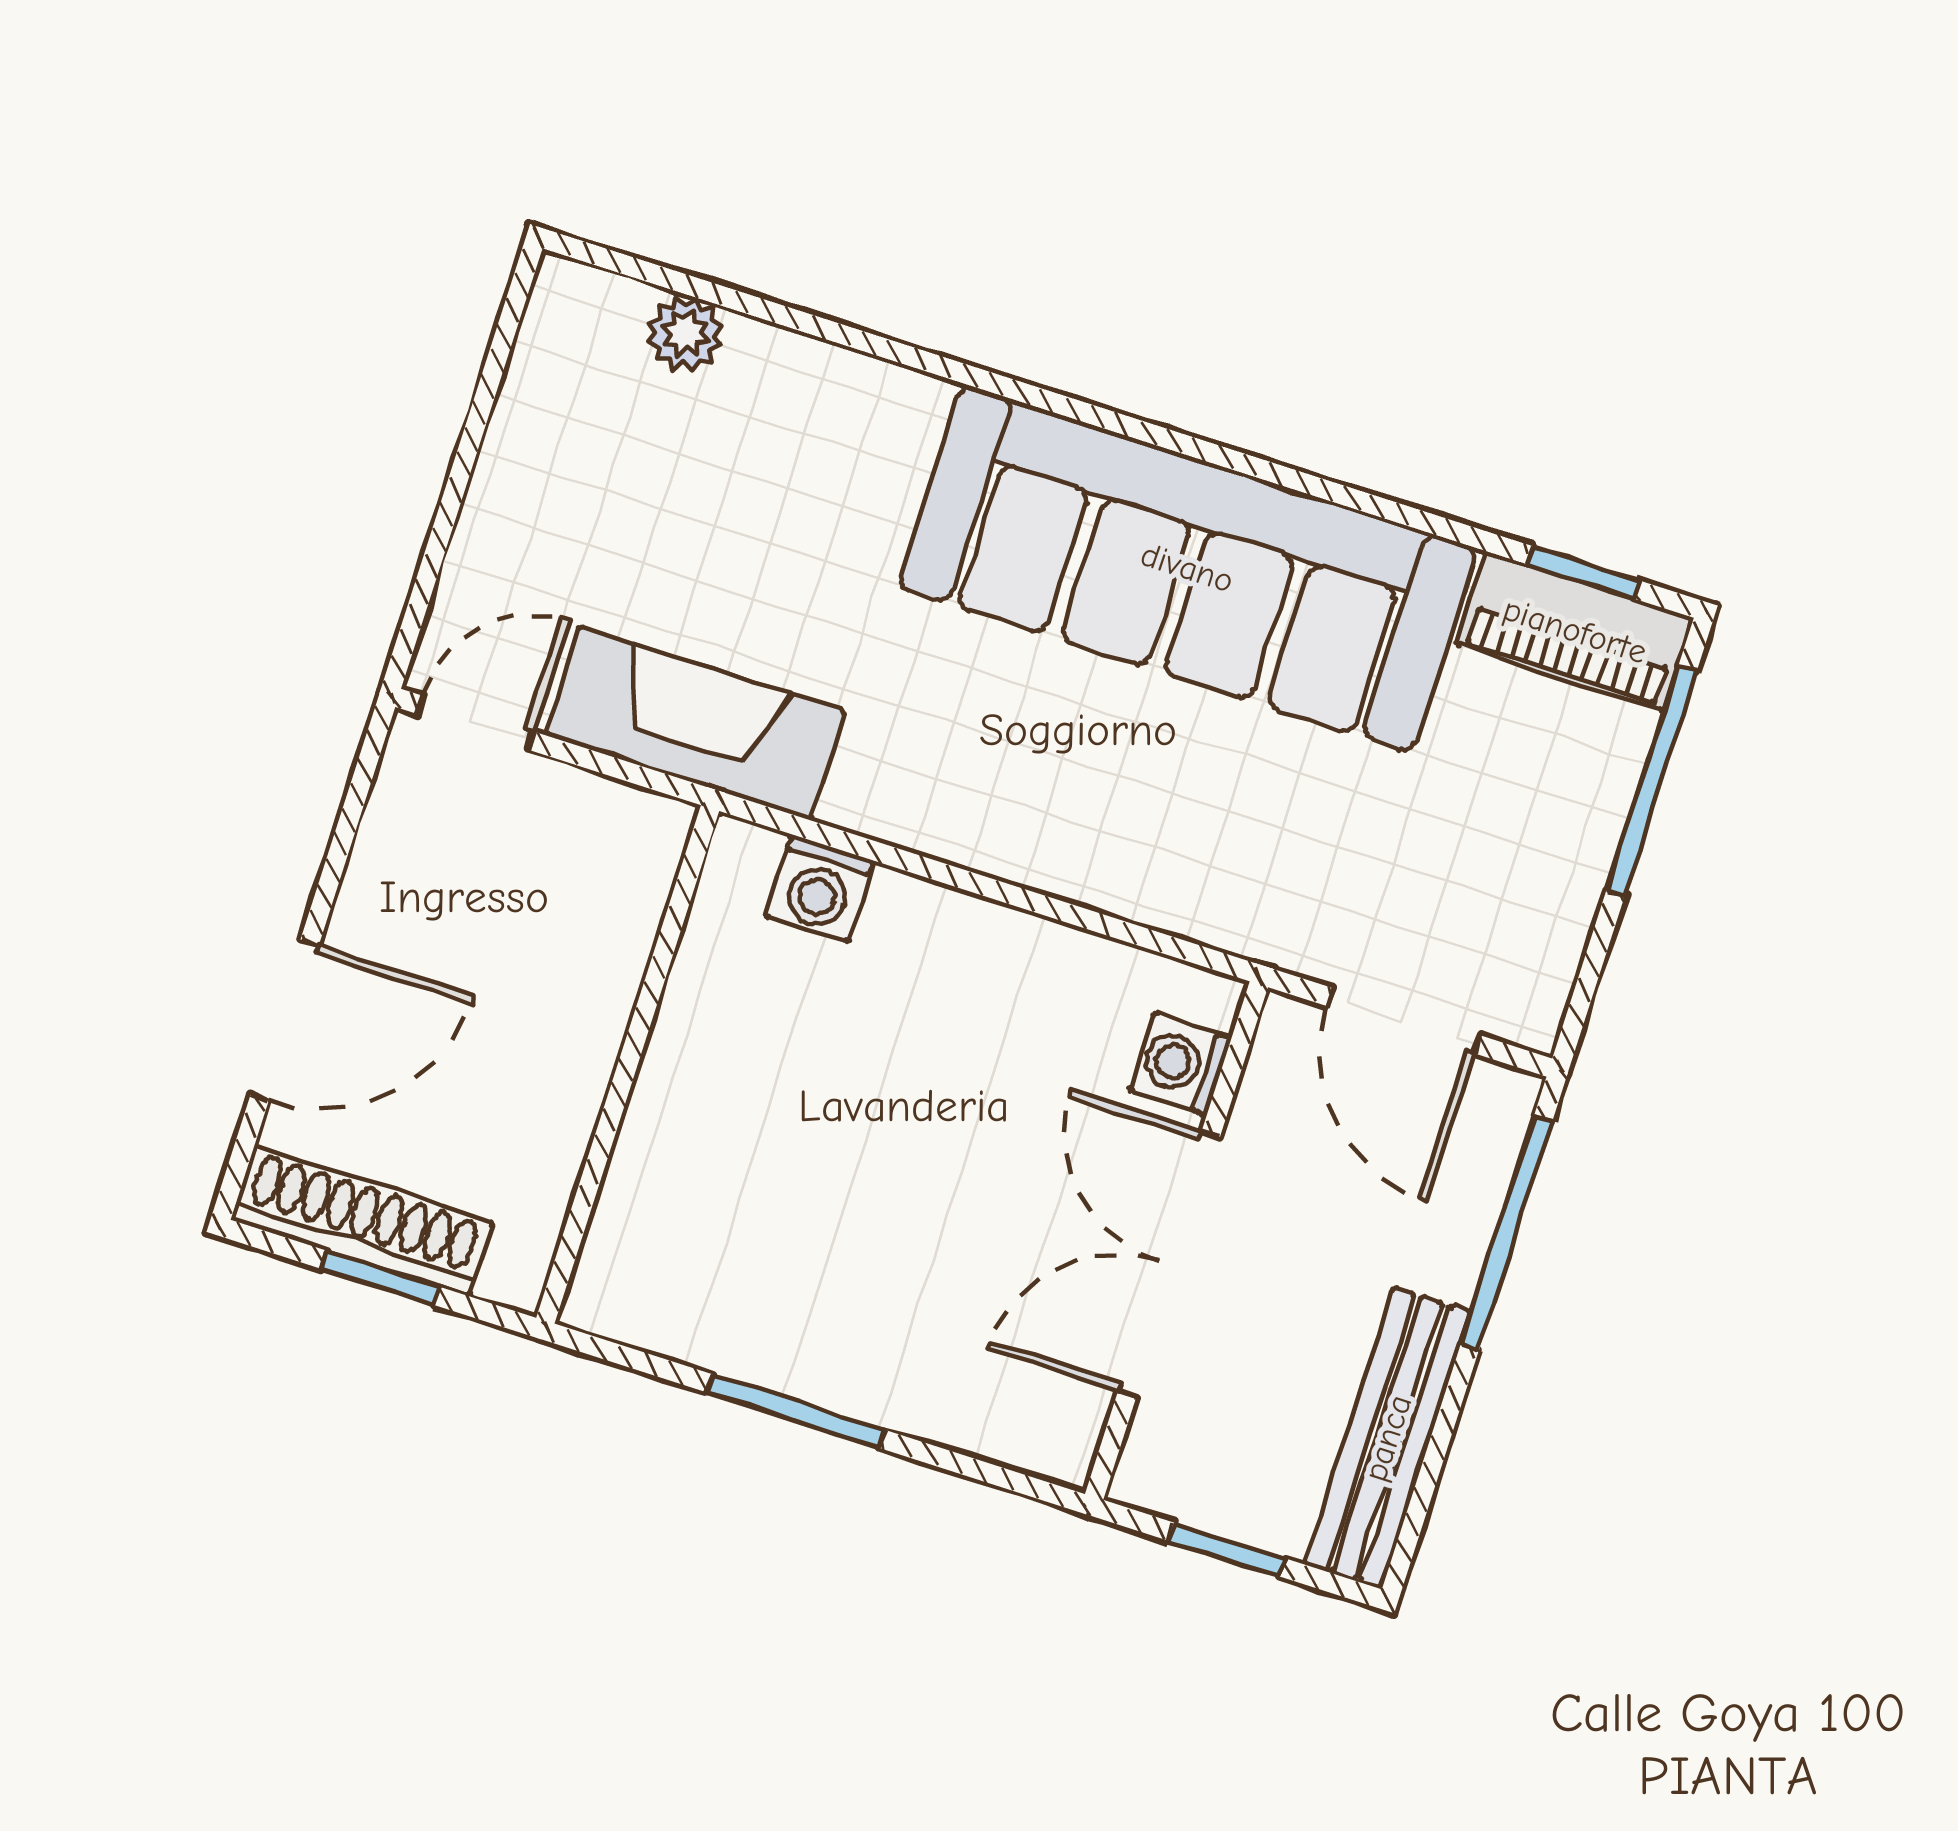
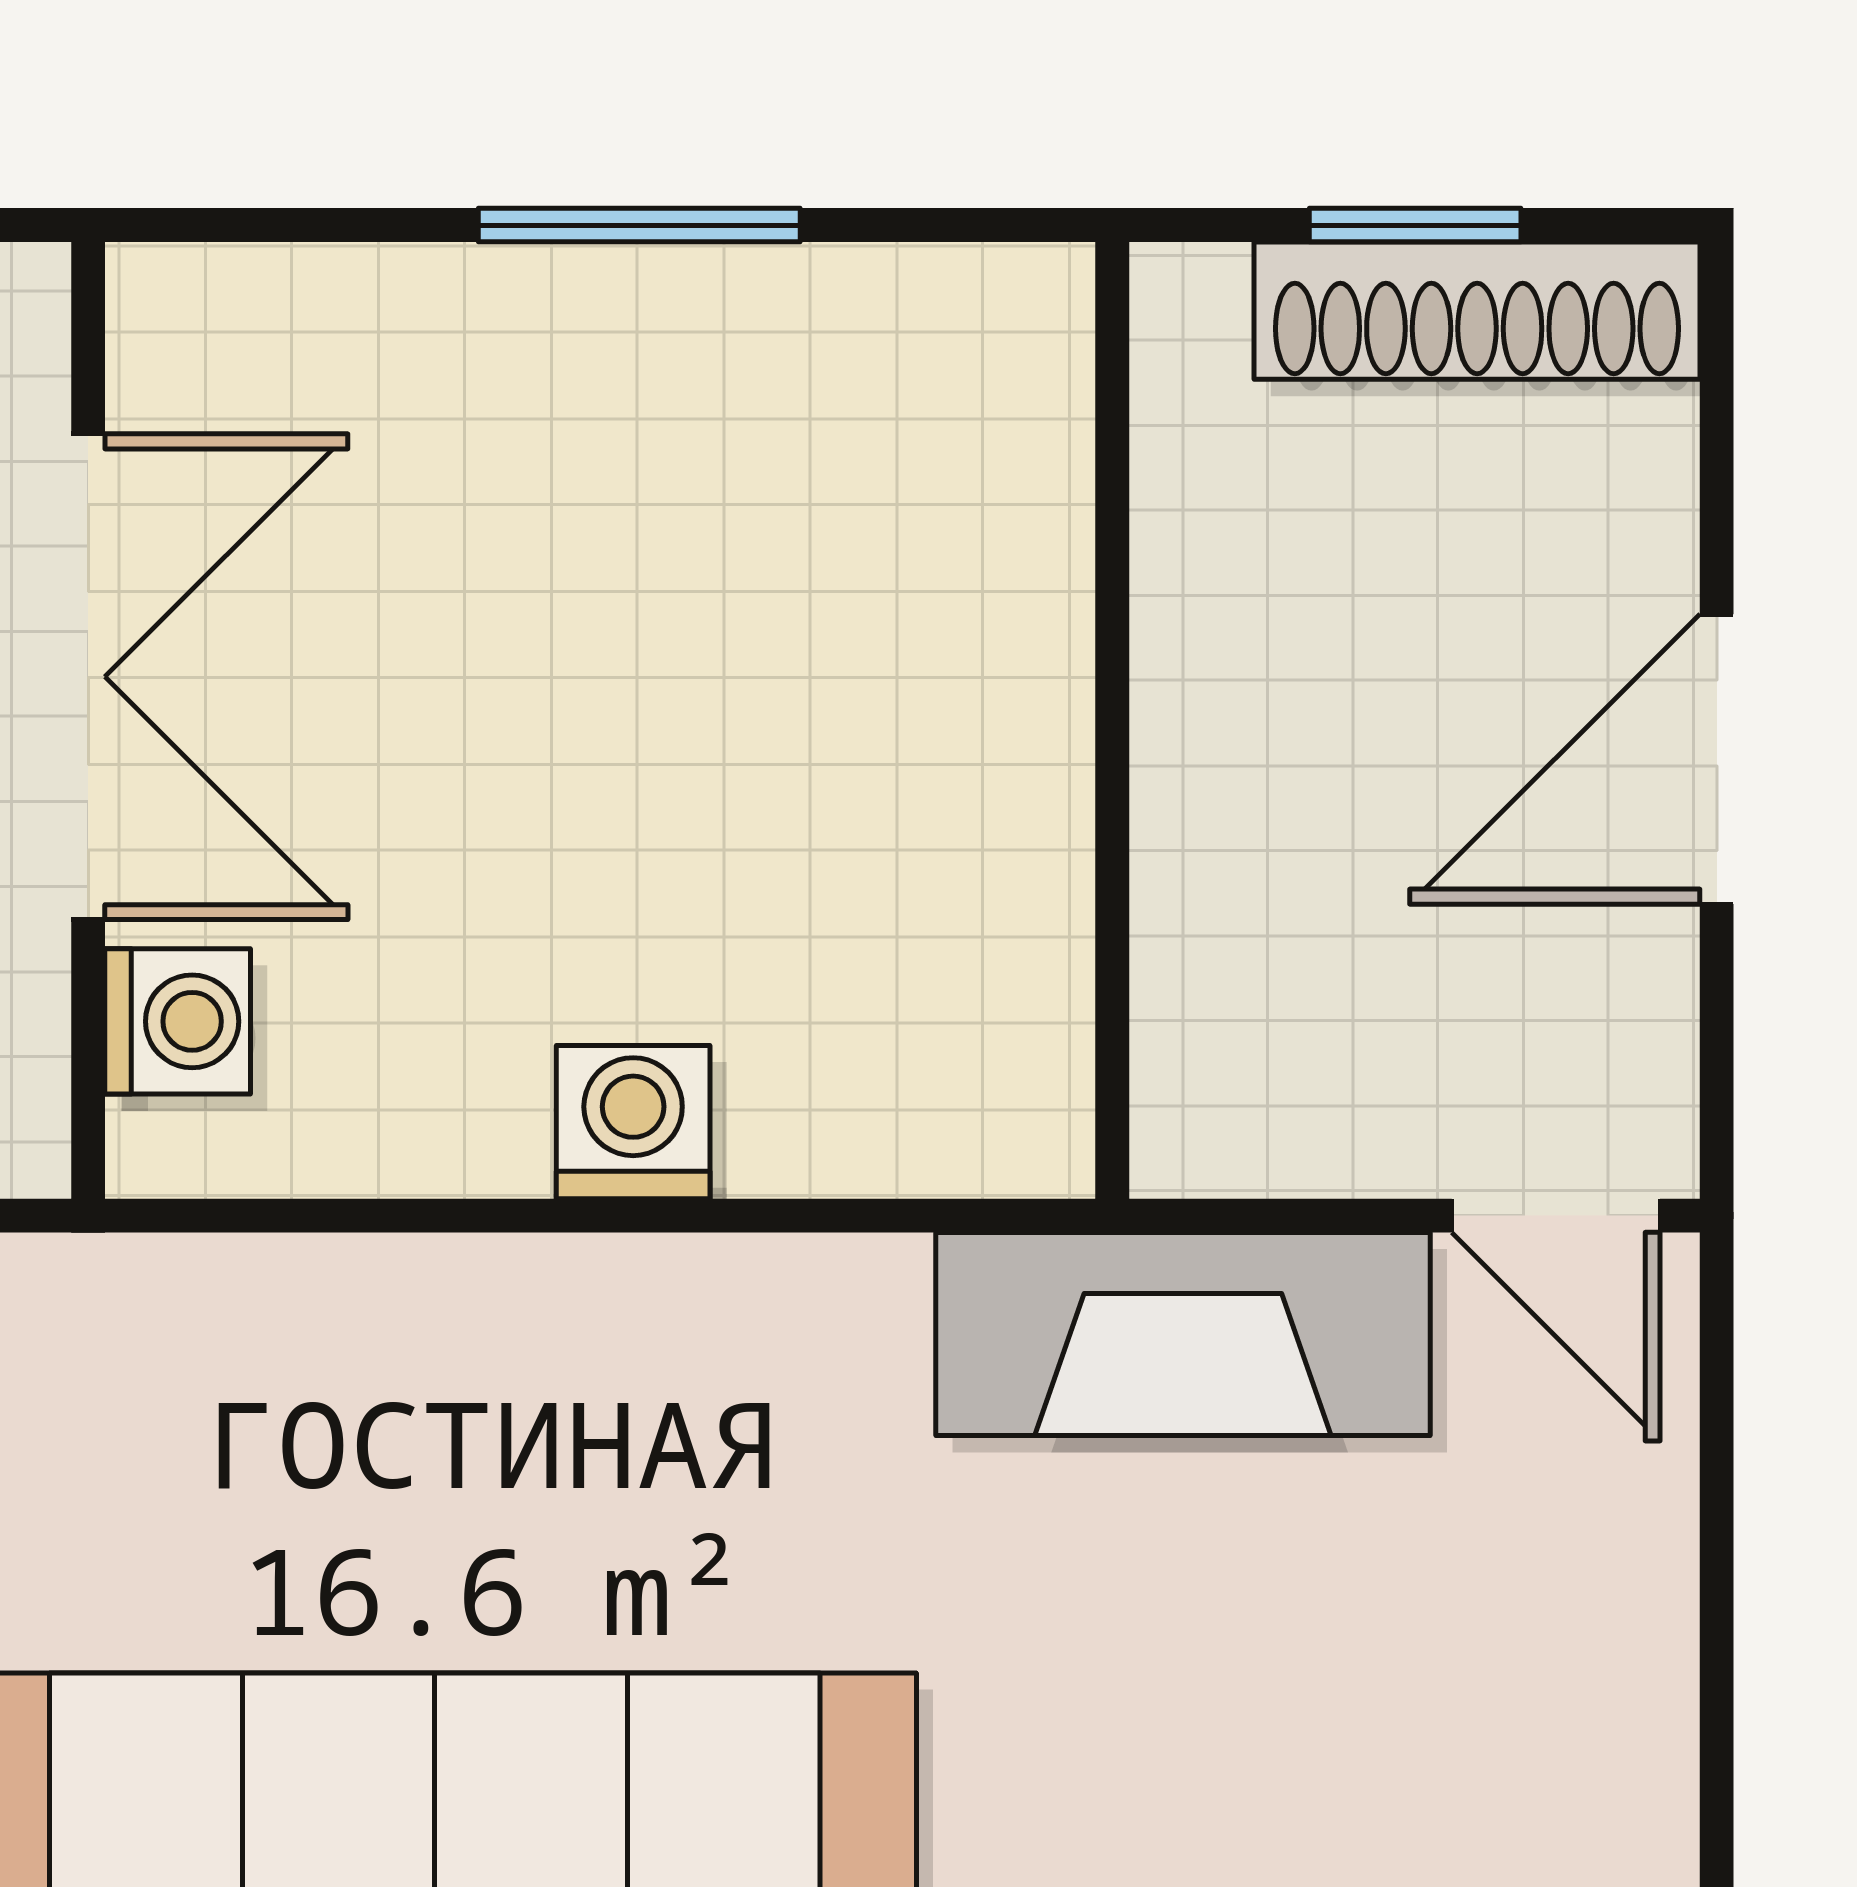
door: (475, 723) -> (1556, 1216), hinge flipped
washing machine: (820, 889) -> (633, 1122), moved
door: (285, 1020) -> (1717, 759), moved

